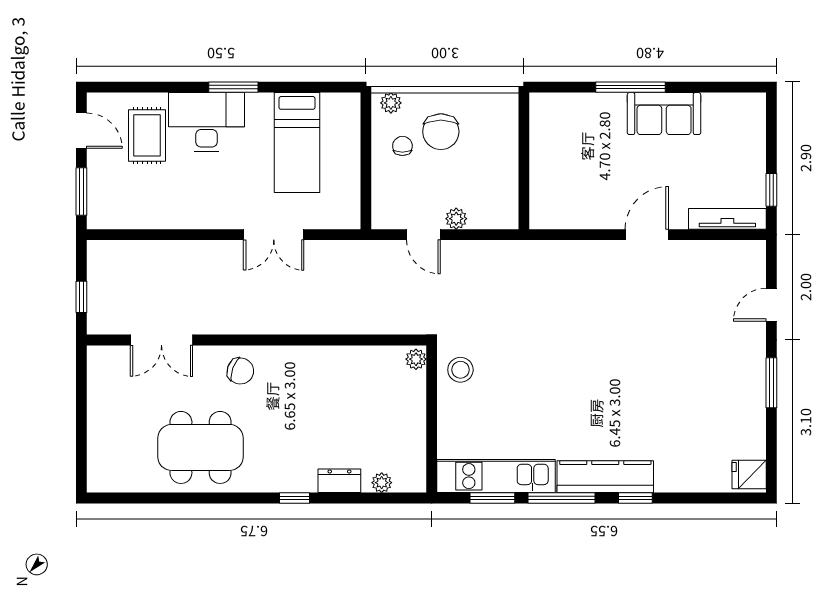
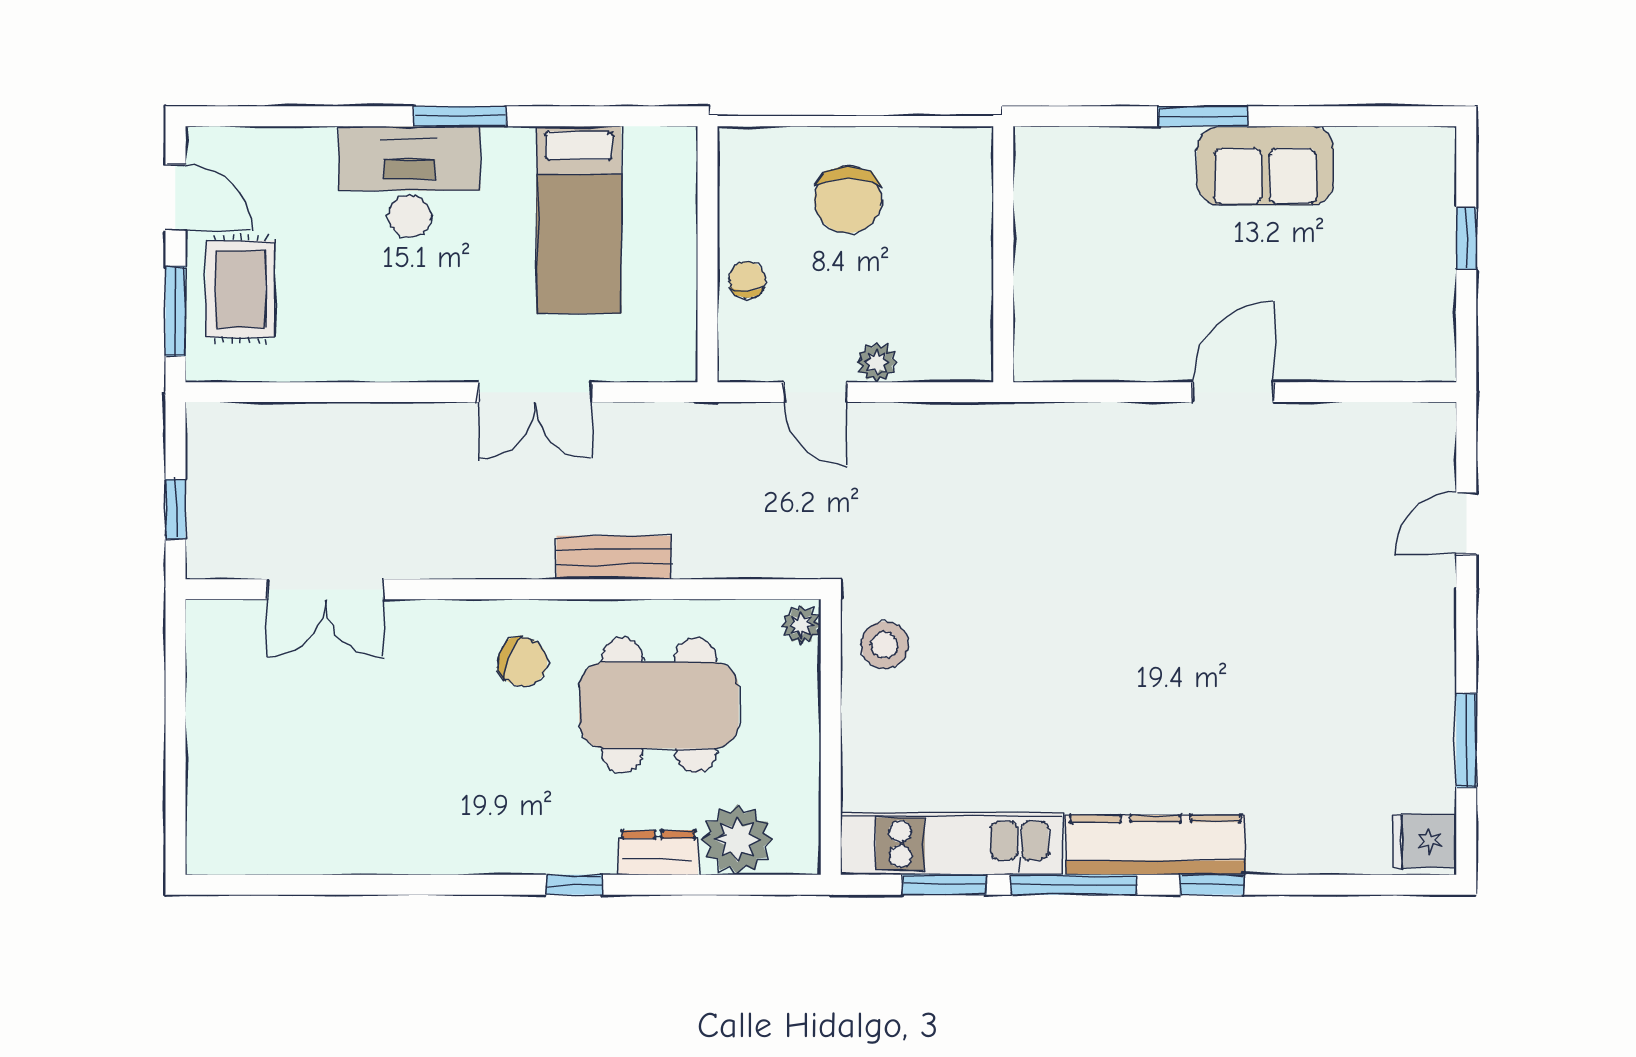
window: (631, 87) -> (1203, 116), width x0.69
plant: (391, 103) -> (755, 146), removed
rug: (147, 135) -> (240, 289), moved
chair: (402, 146) -> (747, 280), moved
window: (771, 190) -> (1466, 239), moved
tv unit: (727, 219) -> (1384, 363), removed
bench: (316, 323) -> (614, 558), added
chair: (240, 371) -> (523, 662), moved
window: (771, 383) -> (1466, 740), moved
dining table: (201, 447) -> (659, 705), moved
plant: (382, 483) -> (737, 840), width x1.88, depth x1.88

